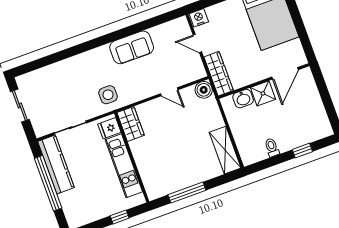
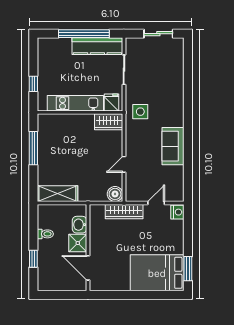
door: (285, 73) -> (88, 268), moved
wall: (264, 81) -> (88, 248), moved
shower: (263, 93) -> (78, 243), moved
washbasin: (243, 99) -> (80, 225), moved

